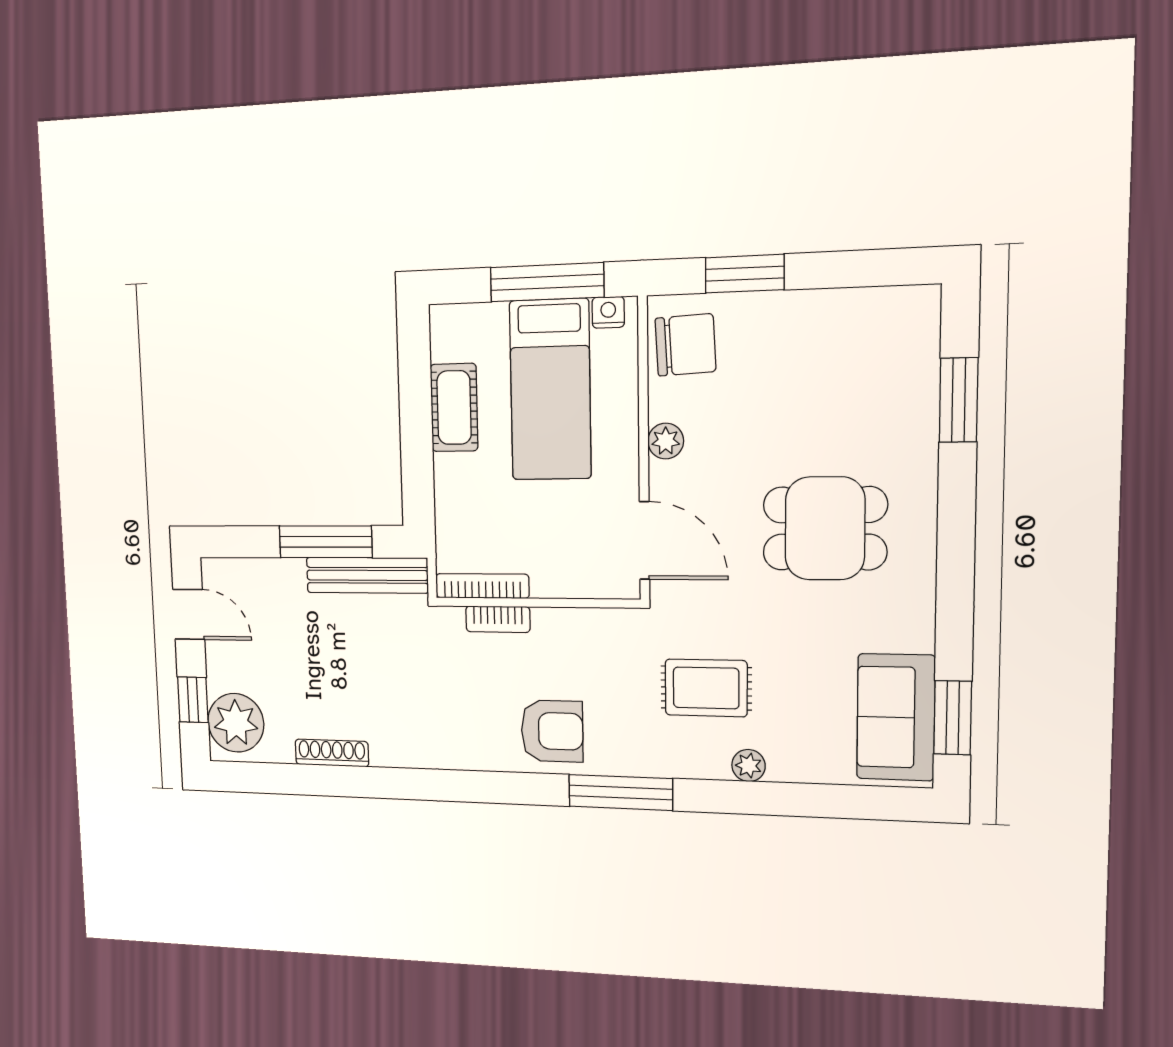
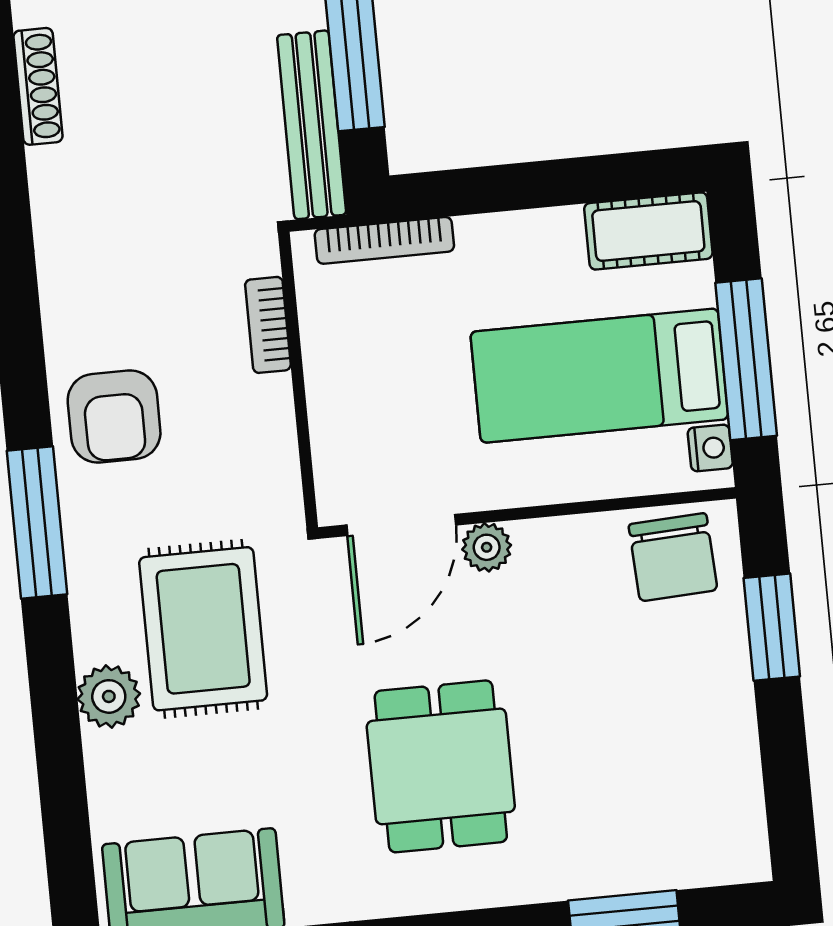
cot: (454, 408) -> (648, 231), moved
plant: (666, 441) -> (487, 547), moved
bookcase: (482, 586) -> (384, 240), moved, turned 90
rug: (706, 688) -> (203, 629), width x1.36, depth x1.43
plant: (748, 766) -> (109, 696), width x1.38, depth x1.38

